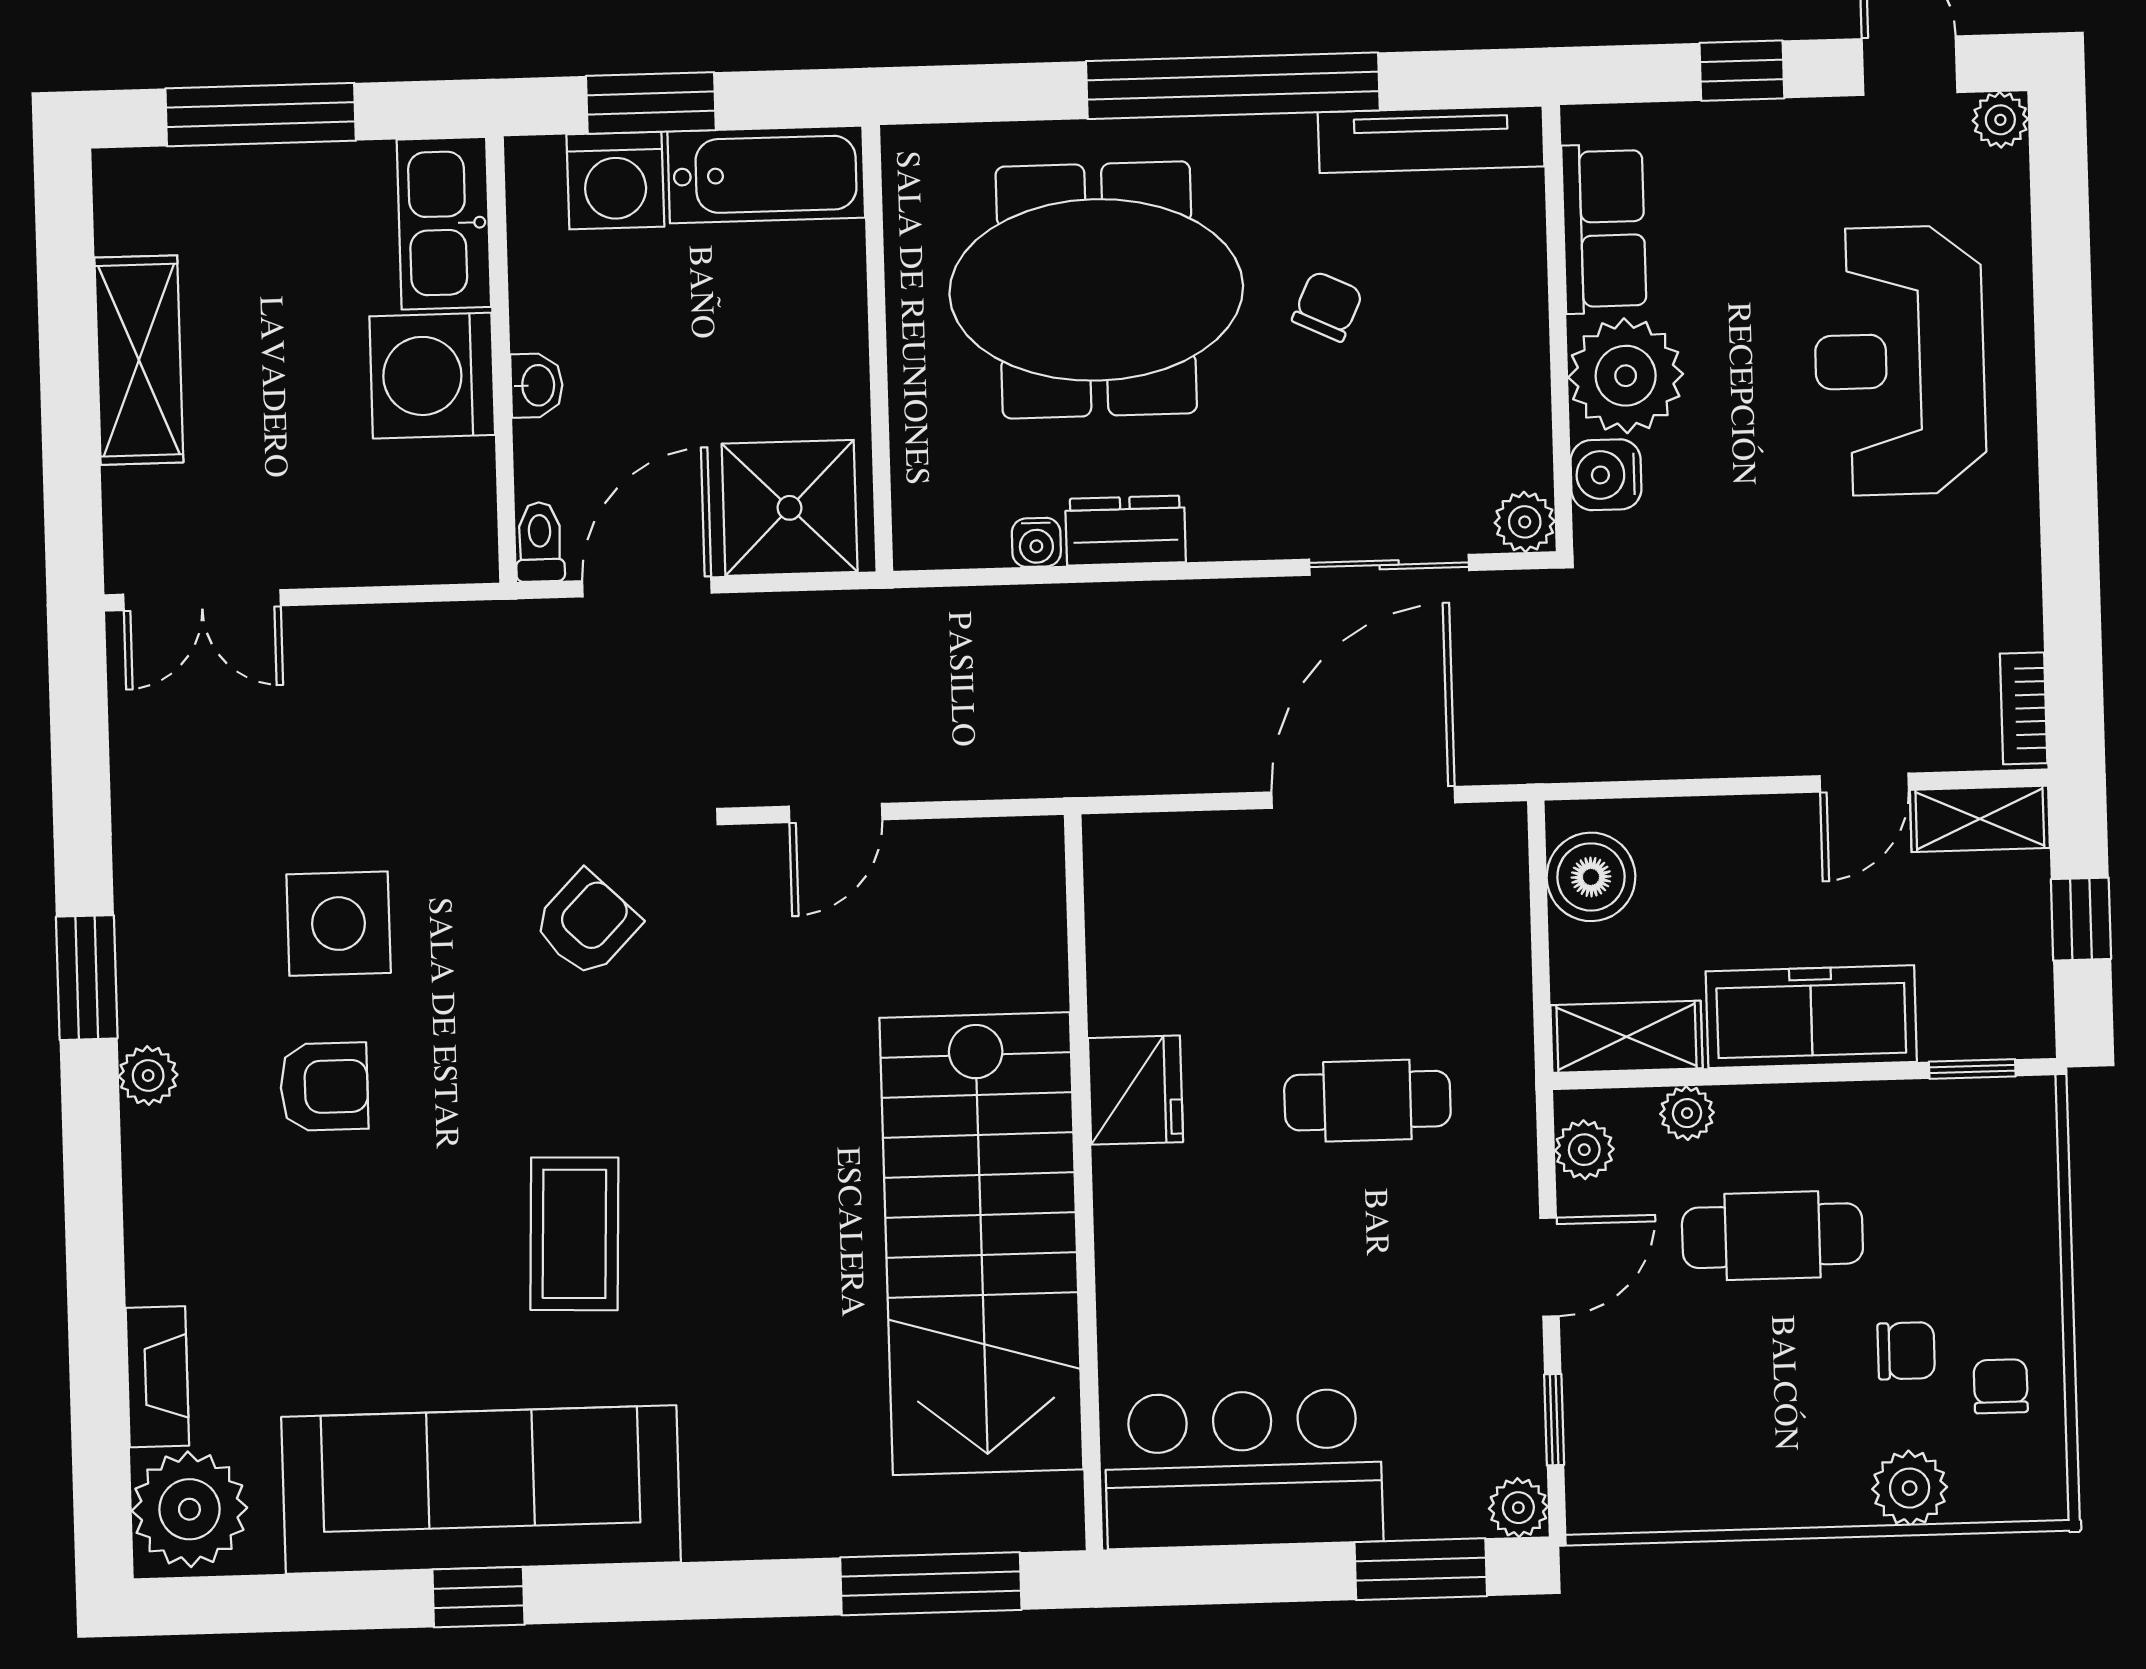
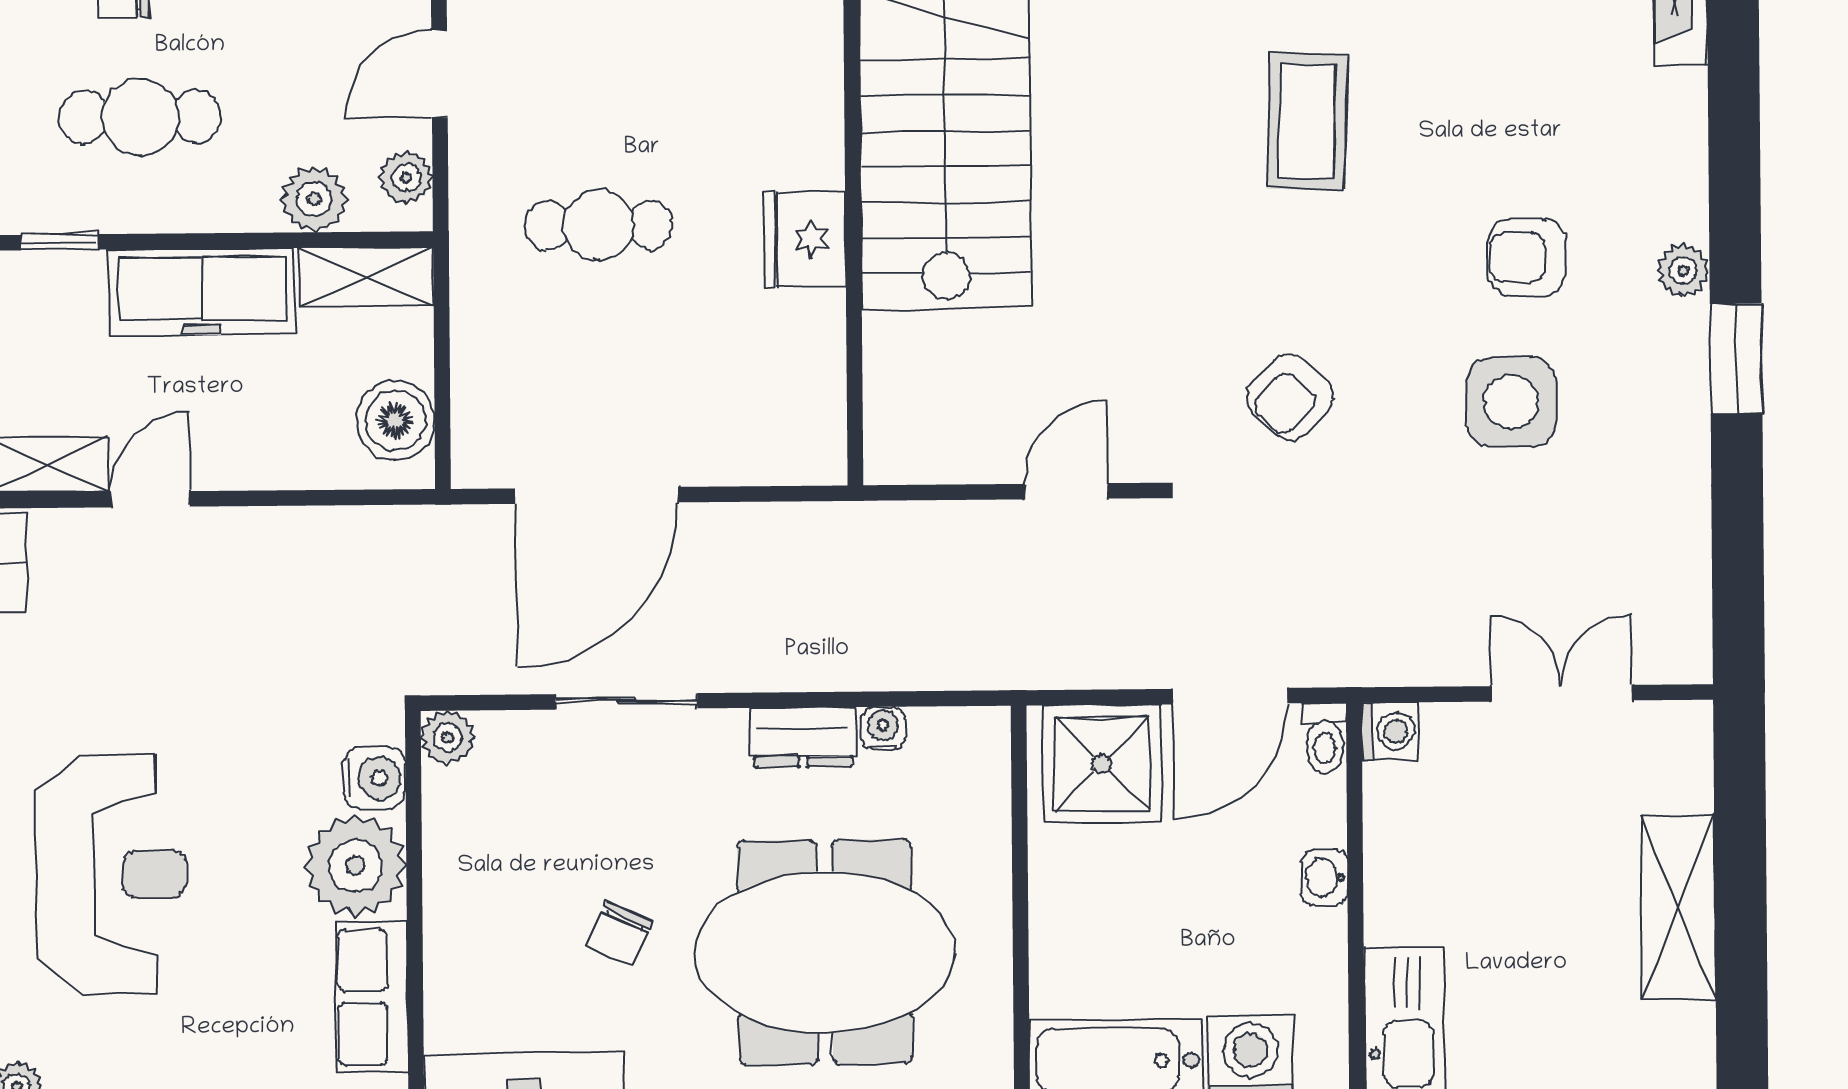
washing machine: (432, 376) -> (1390, 731), moved, width x0.53, depth x0.53
sliding door: (1389, 565) -> (626, 701), moved
double door: (202, 600) -> (1562, 693), moved
plant: (1687, 1113) -> (314, 199), width x1.38, depth x1.38
cafe table: (1772, 1236) -> (140, 117), moved

